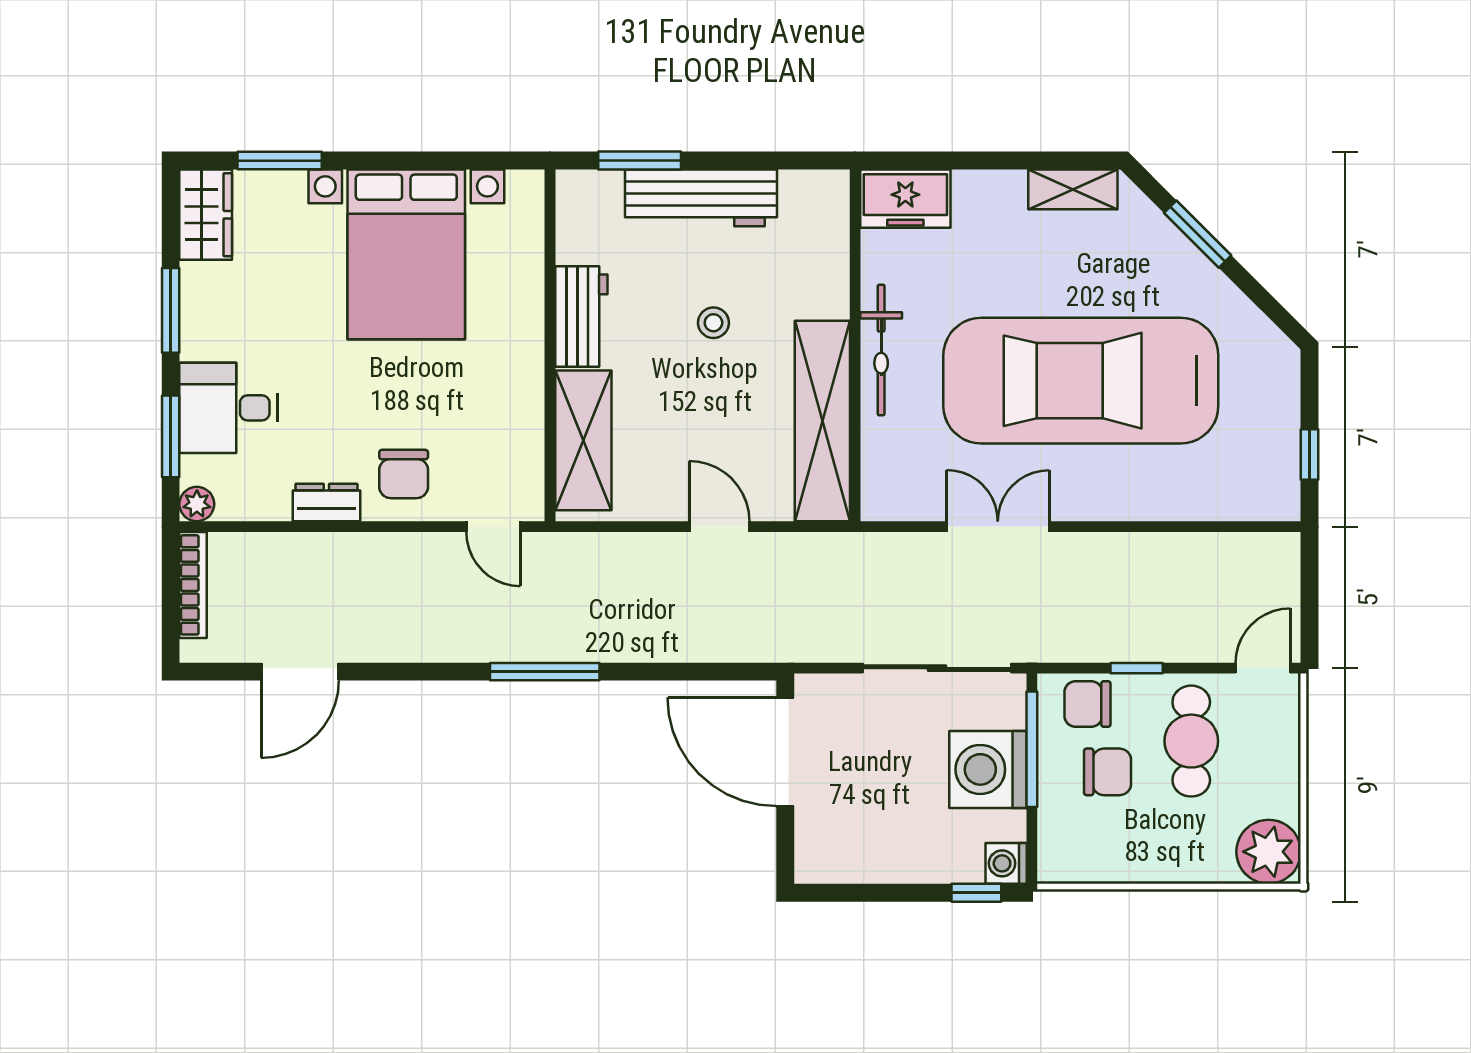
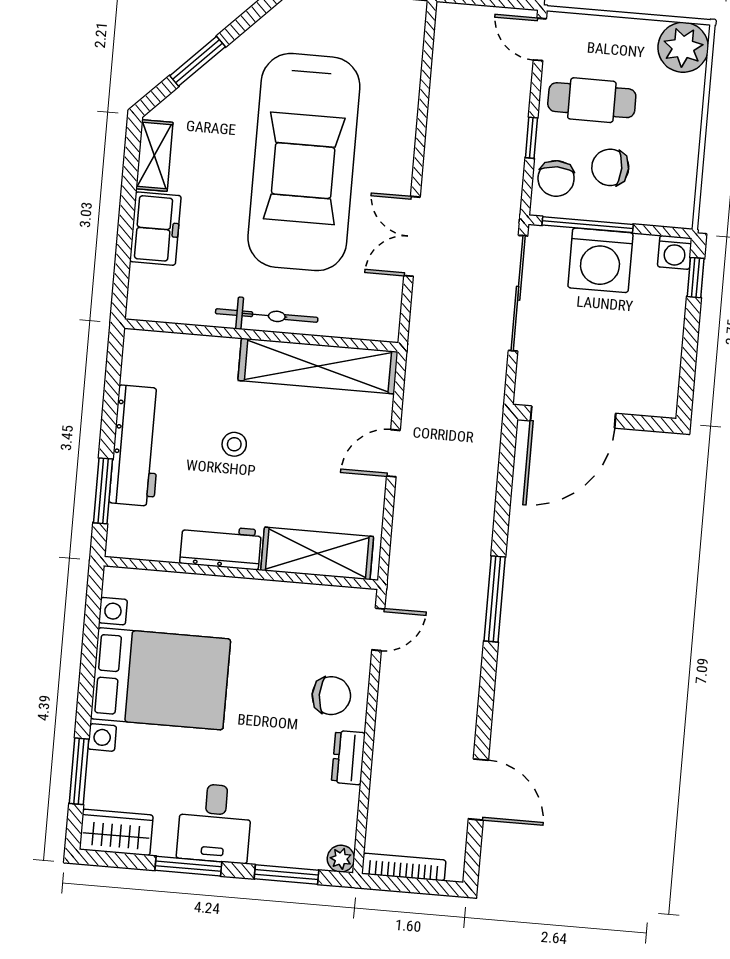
freezer: (905, 199) -> (155, 229), moved
desk: (228, 408) -> (215, 823), moved
chair: (1108, 772) -> (610, 167), turned -90

